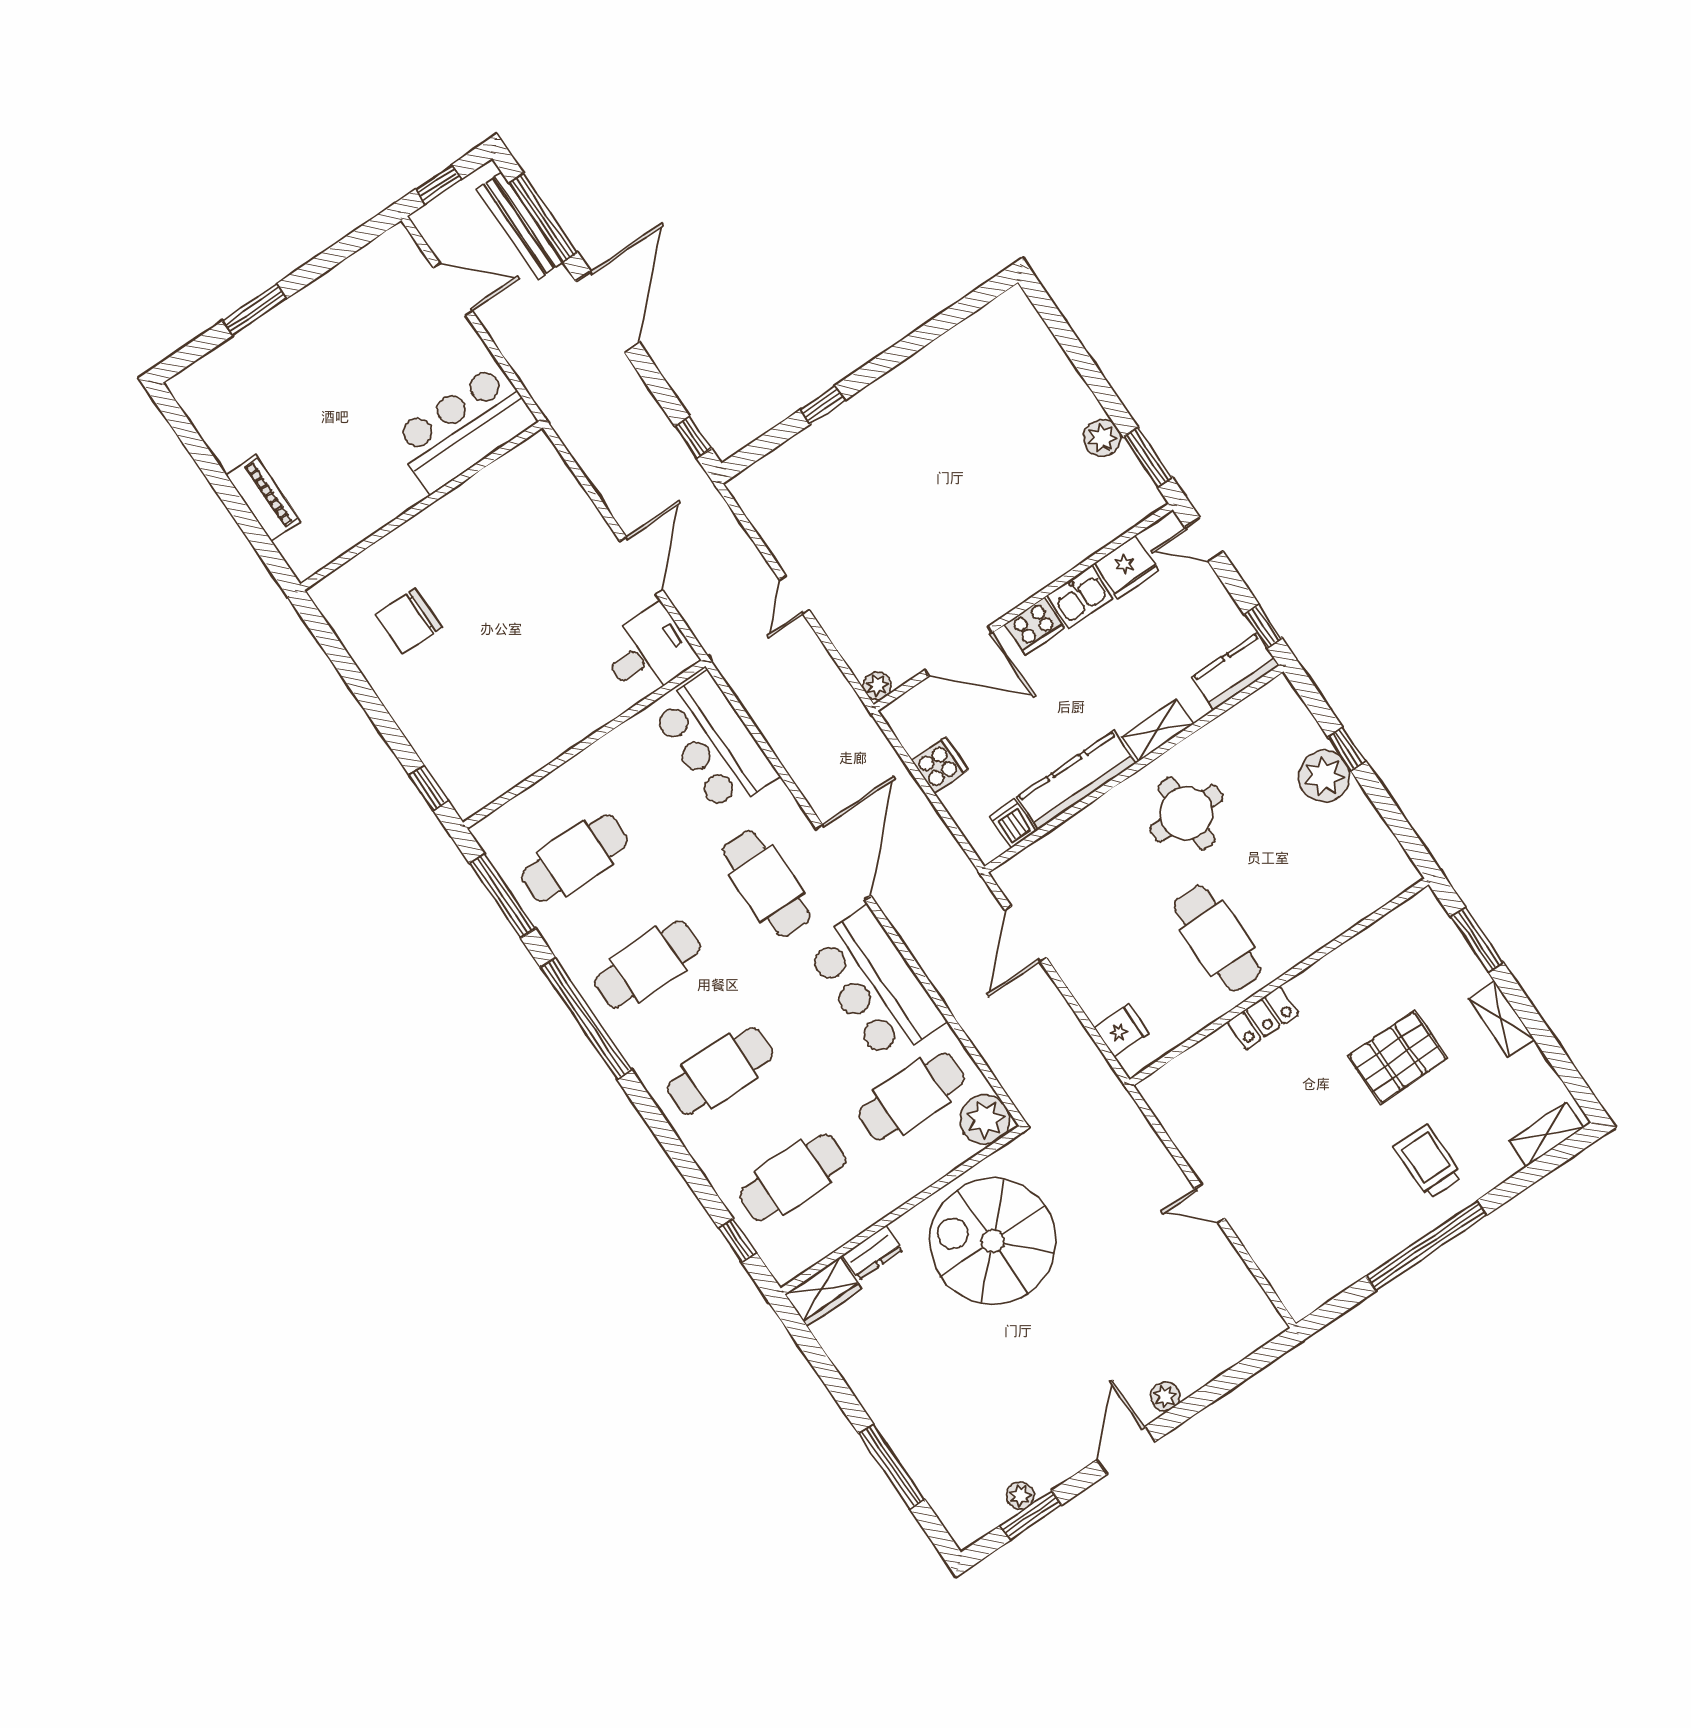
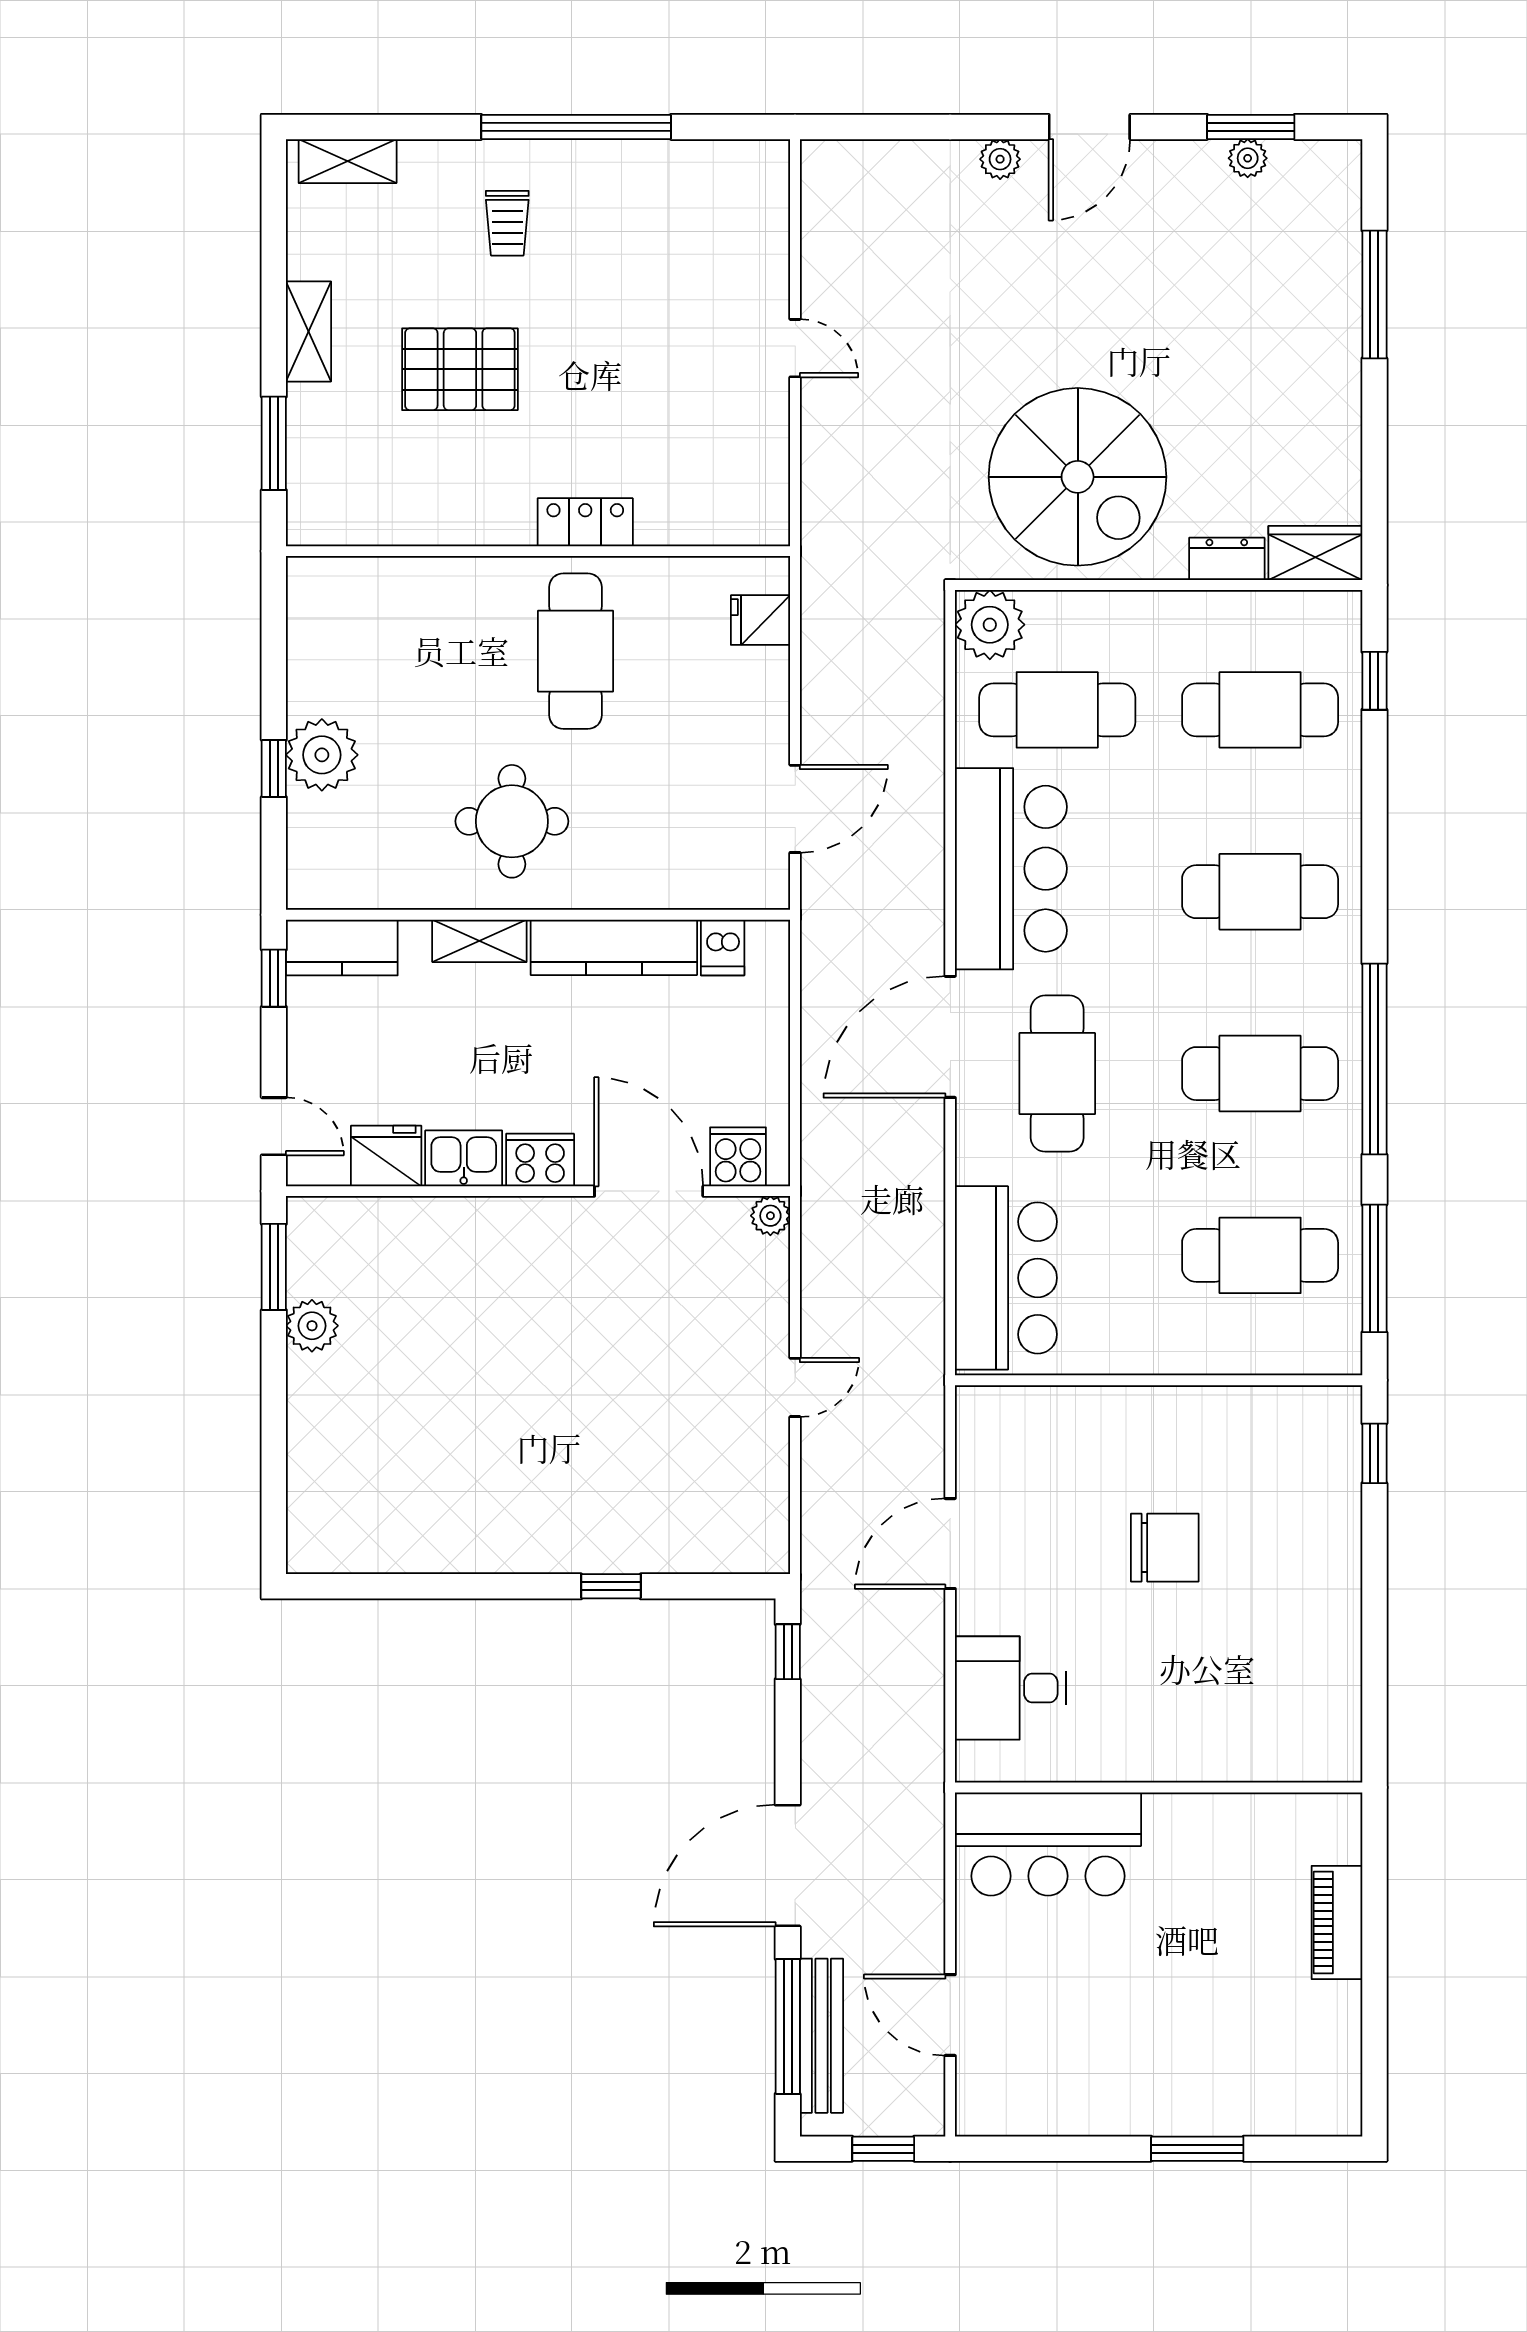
chair: (409, 621) -> (1165, 1548), moved
desk: (648, 652) -> (1011, 1688), moved
cooker: (940, 765) -> (738, 1157), moved, turned 90
trolley: (1428, 1162) -> (507, 223), width x0.73, depth x0.72

